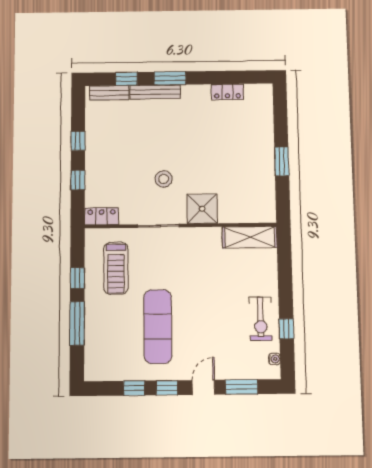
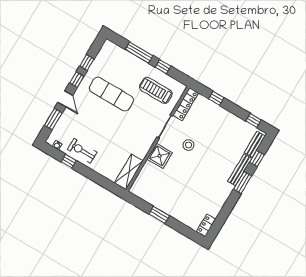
locker: (227, 92) -> (206, 225), moved
window: (78, 141) -> (254, 120), moved
locker: (101, 216) -> (186, 104), width x1.53

